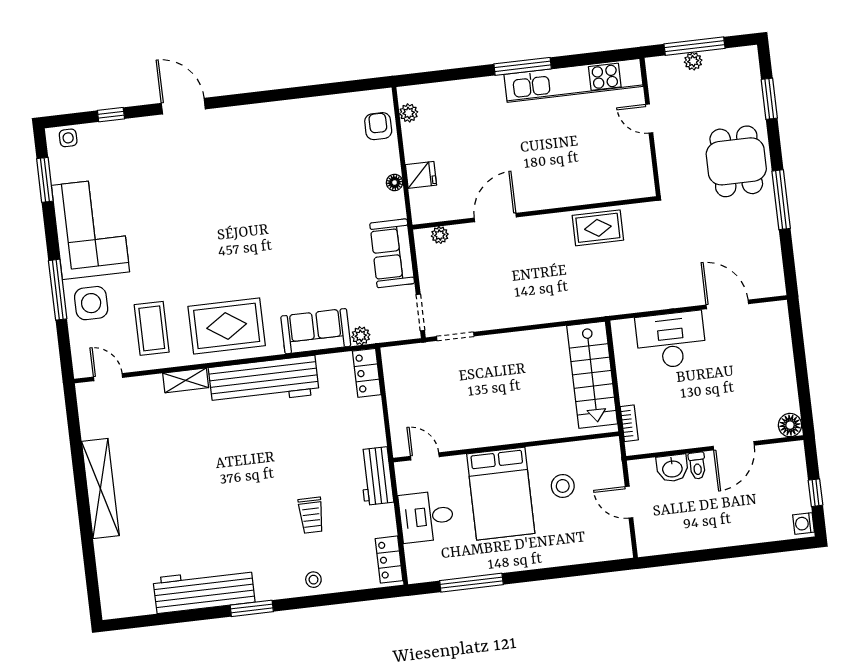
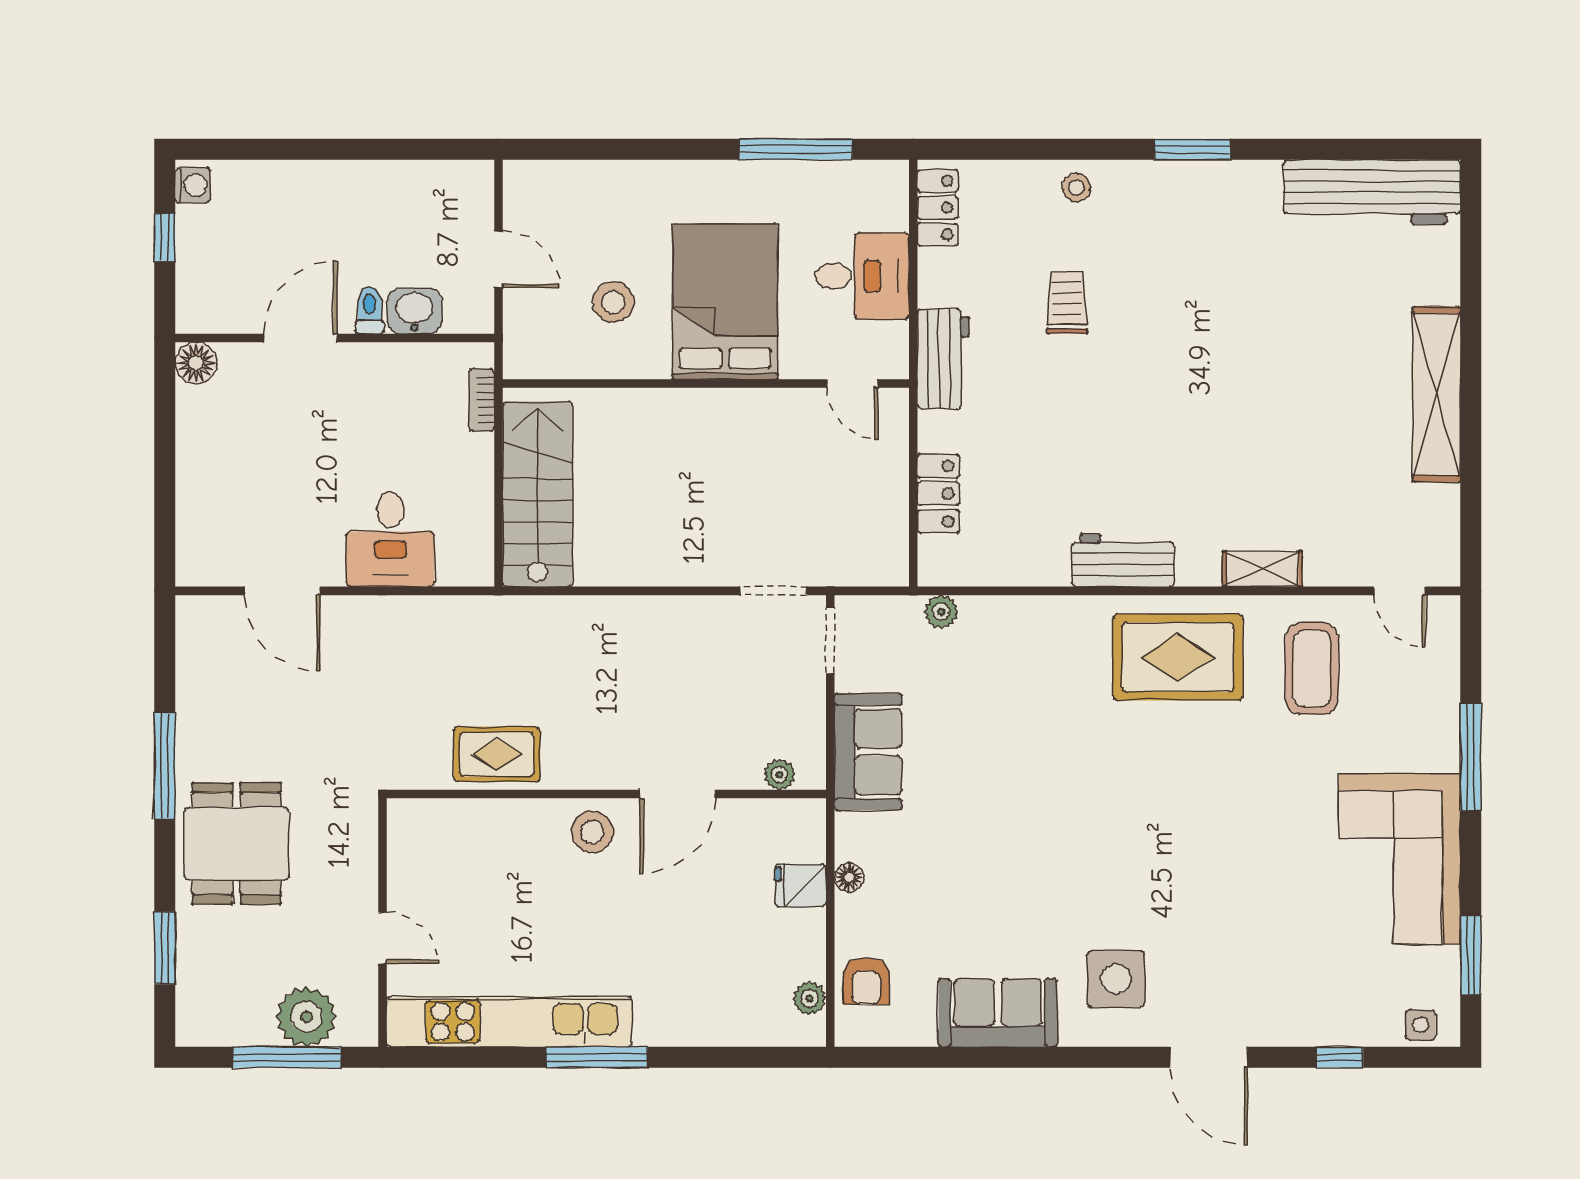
plant: (693, 61) -> (306, 1017), width x1.88, depth x1.88
stool: (540, 191) -> (592, 832), added
side table: (91, 303) -> (1116, 979), moved
sofa: (316, 331) -> (998, 1013), moved, turned 180
desk: (671, 340) -> (390, 539), width x0.73
locker: (367, 373) -> (938, 494), moved
workbench: (264, 381) -> (1123, 560), width x0.53, depth x0.76
workbench: (204, 590) -> (1372, 192), moved

